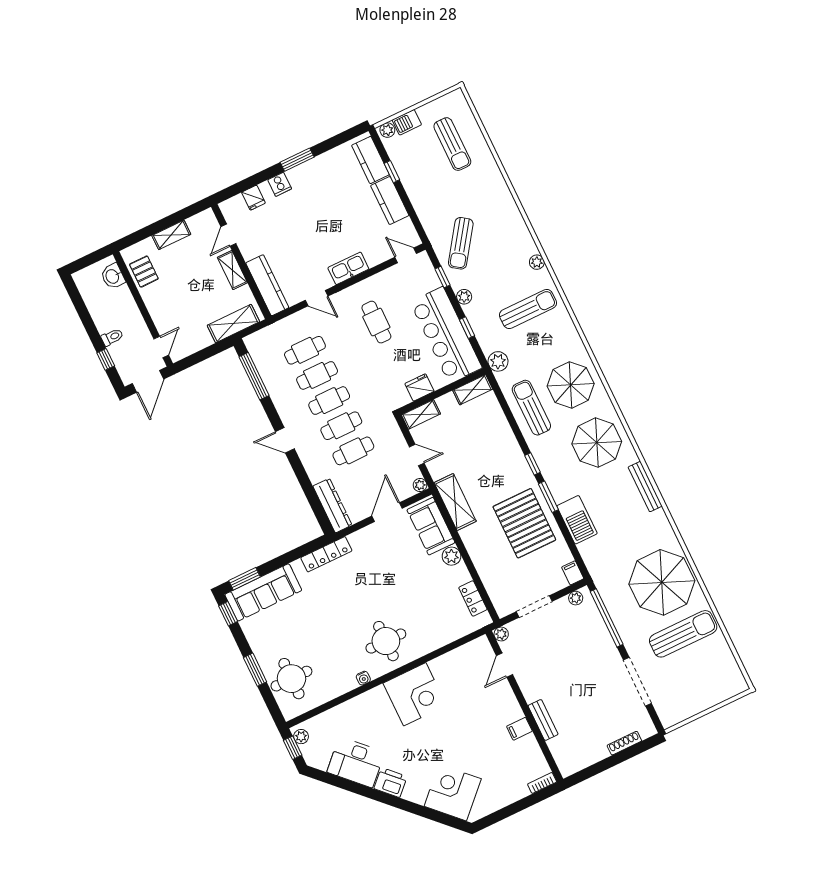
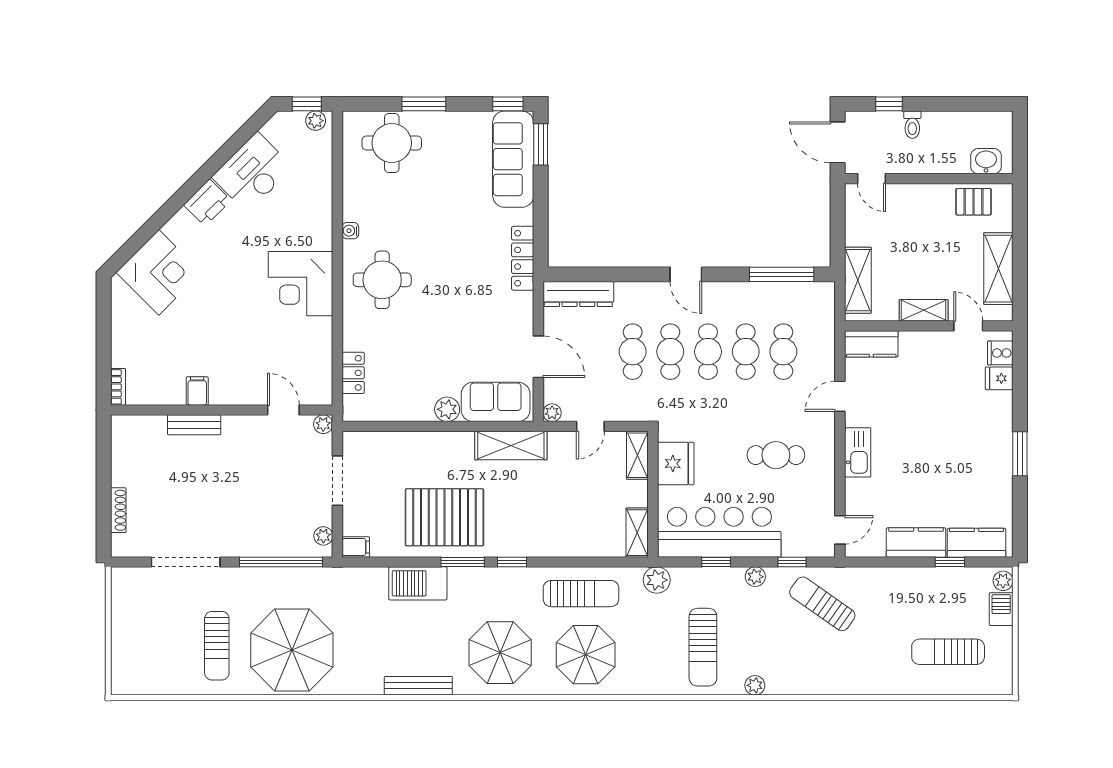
cooker: (280, 184) -> (1000, 353), moved
shelving: (171, 235) -> (998, 269), width x1.50, depth x1.33
kitchen counter: (267, 285) -> (871, 344), width x0.67
fridge: (419, 387) -> (676, 464), width x1.36, depth x1.34
door: (285, 440) -> (686, 274), swing flipped
locker: (473, 598) -> (353, 373), moved, turned 90
sun lounger: (683, 634) -> (217, 646), width x0.73, depth x0.75

